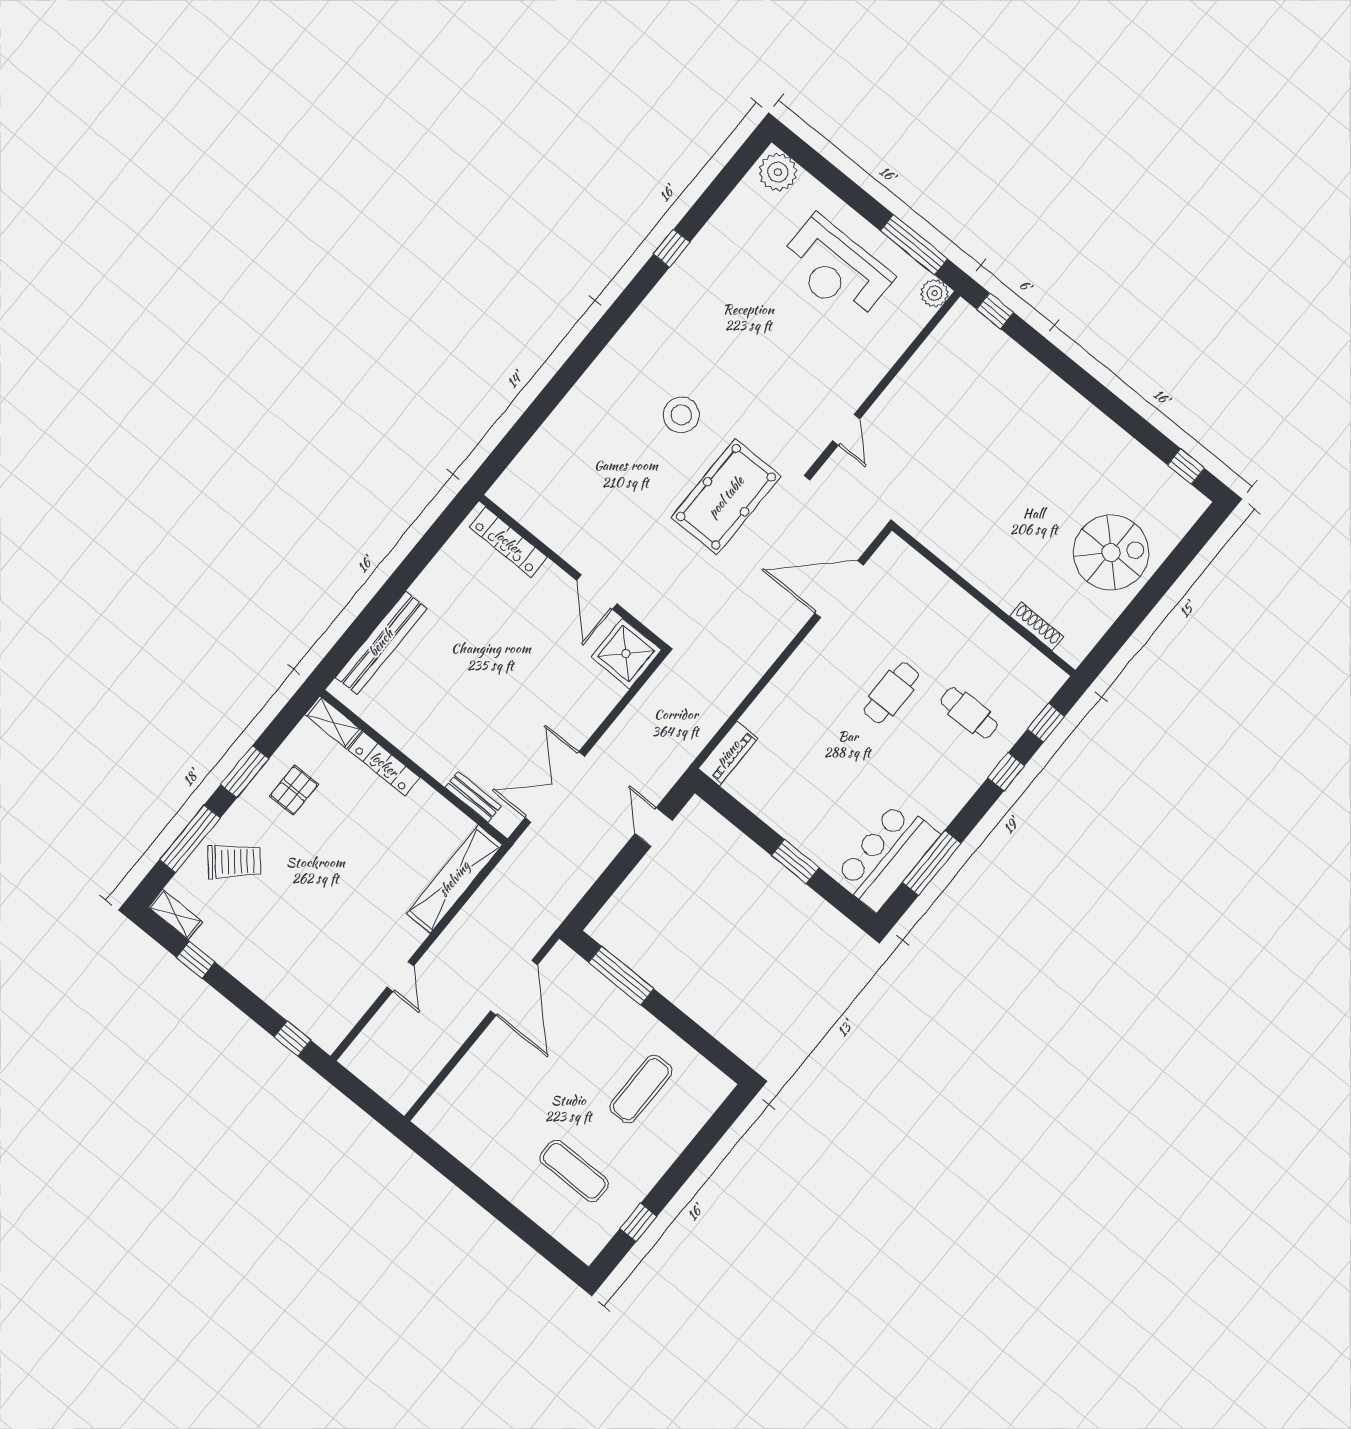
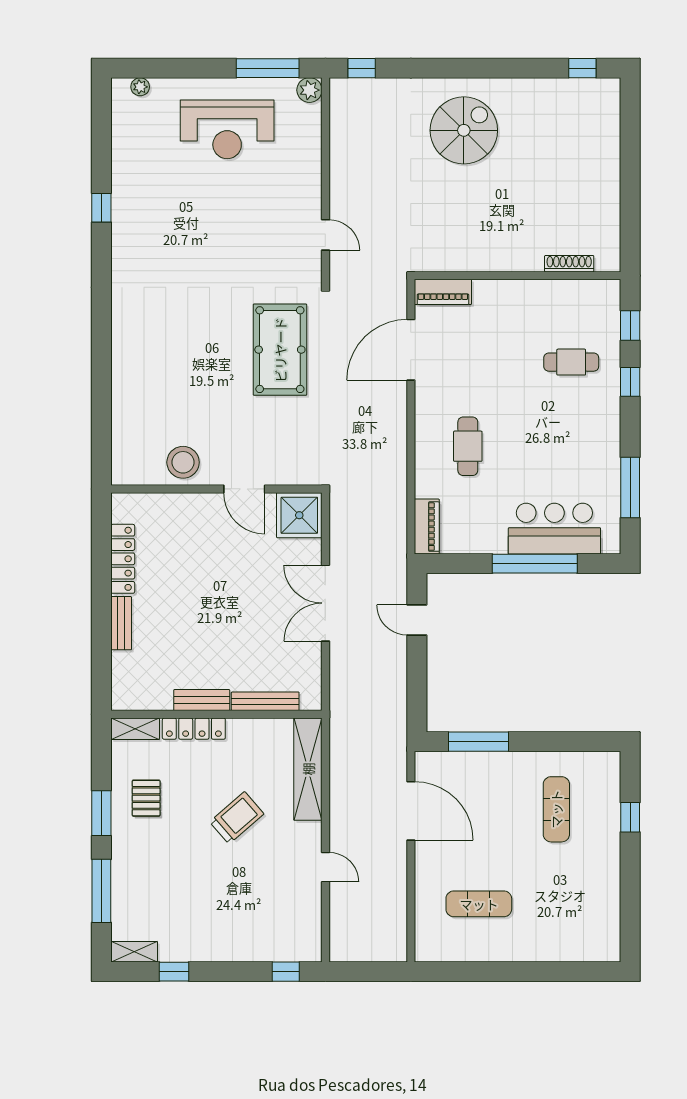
plant: (778, 172) -> (140, 87), width x0.53, depth x0.53
stool: (681, 415) -> (183, 462), moved
locker: (508, 542) -> (123, 559), moved, turned -90
spiral stairs: (1111, 553) -> (464, 130), moved
piano: (908, 562) -> (443, 292), added
bench: (381, 643) -> (121, 623), width x0.54, depth x0.82
cafe table: (891, 693) -> (468, 446), moved
bench: (411, 745) -> (202, 700), added
double door: (555, 787) -> (325, 603), moved
bench: (473, 797) -> (265, 701), width x1.36
bar counter: (887, 856) -> (554, 529), moved, turned 90
trolley: (234, 862) -> (237, 818), moved
window: (795, 862) -> (535, 564), width x2.11
exercise mat: (574, 1171) -> (479, 904), moved
window: (638, 1223) -> (630, 817), moved

